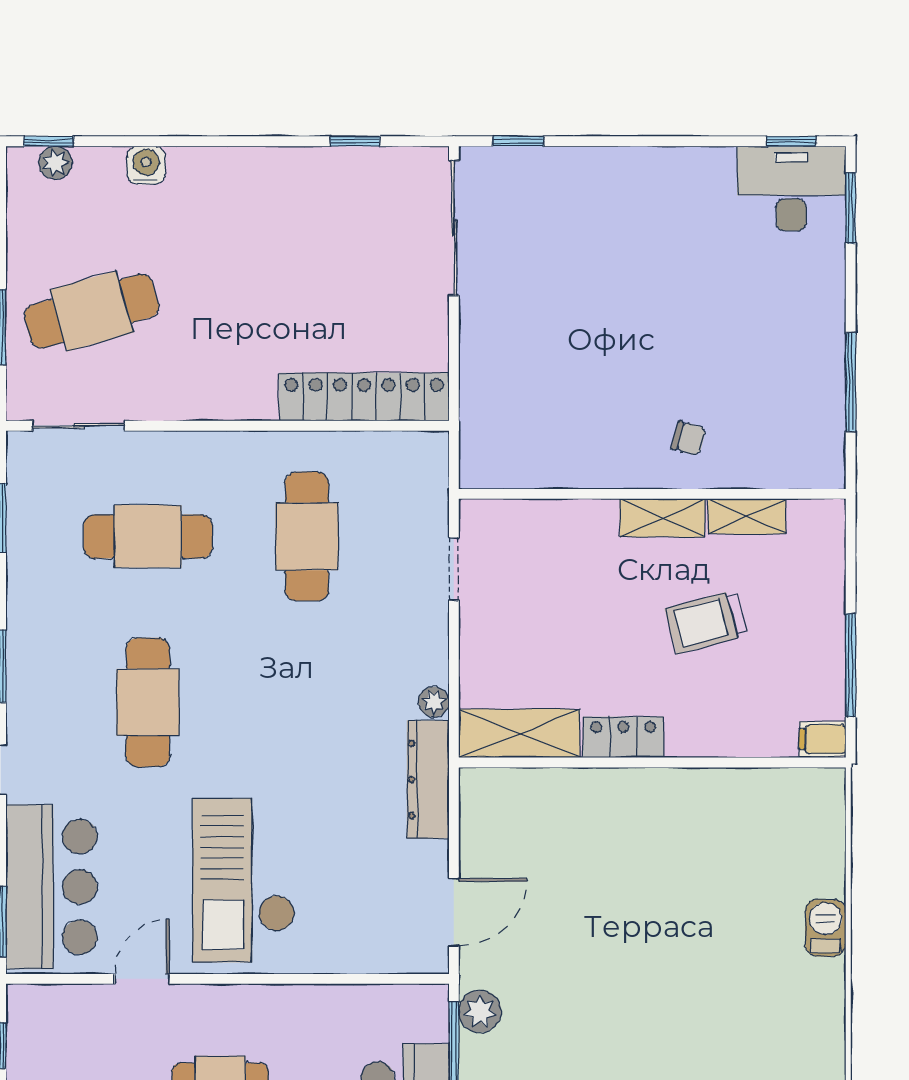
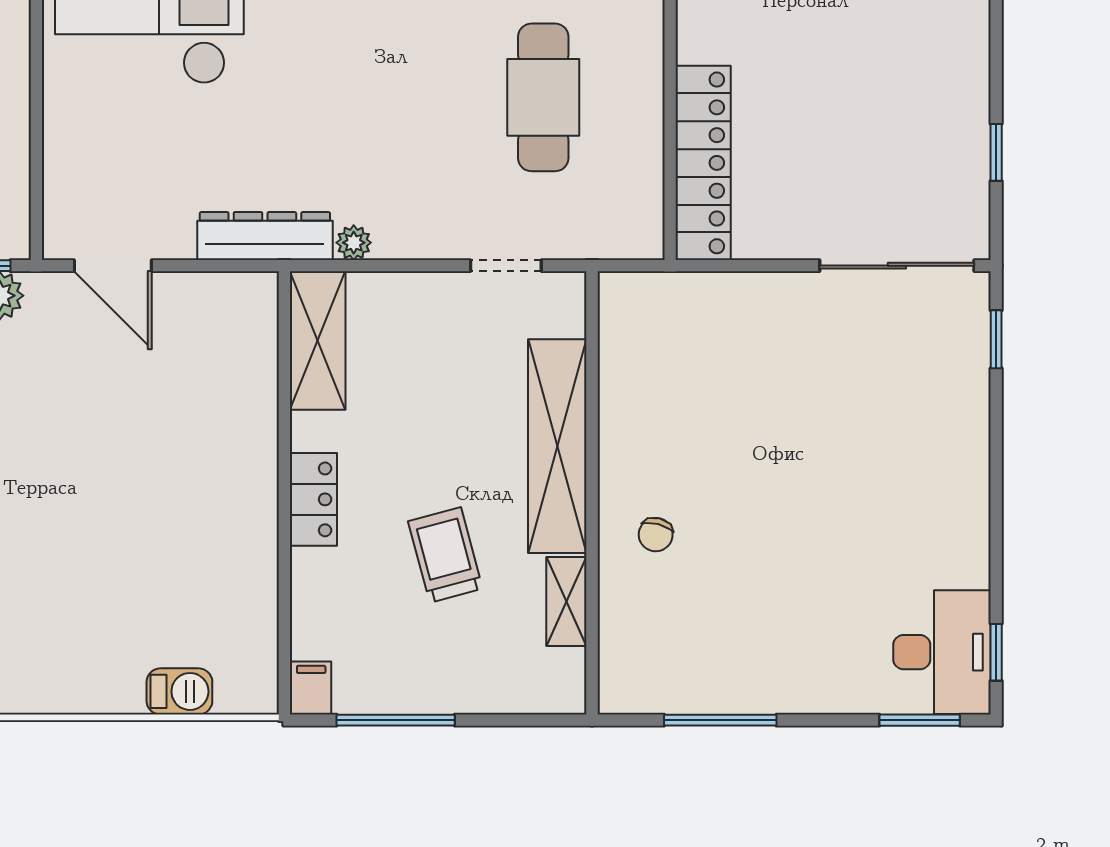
shelving: (662, 518) -> (557, 446), width x2.20, depth x1.33
cafe table: (307, 536) -> (543, 97), turned 90
locker: (623, 737) -> (313, 499), moved
barbecue: (825, 928) -> (179, 691), moved

